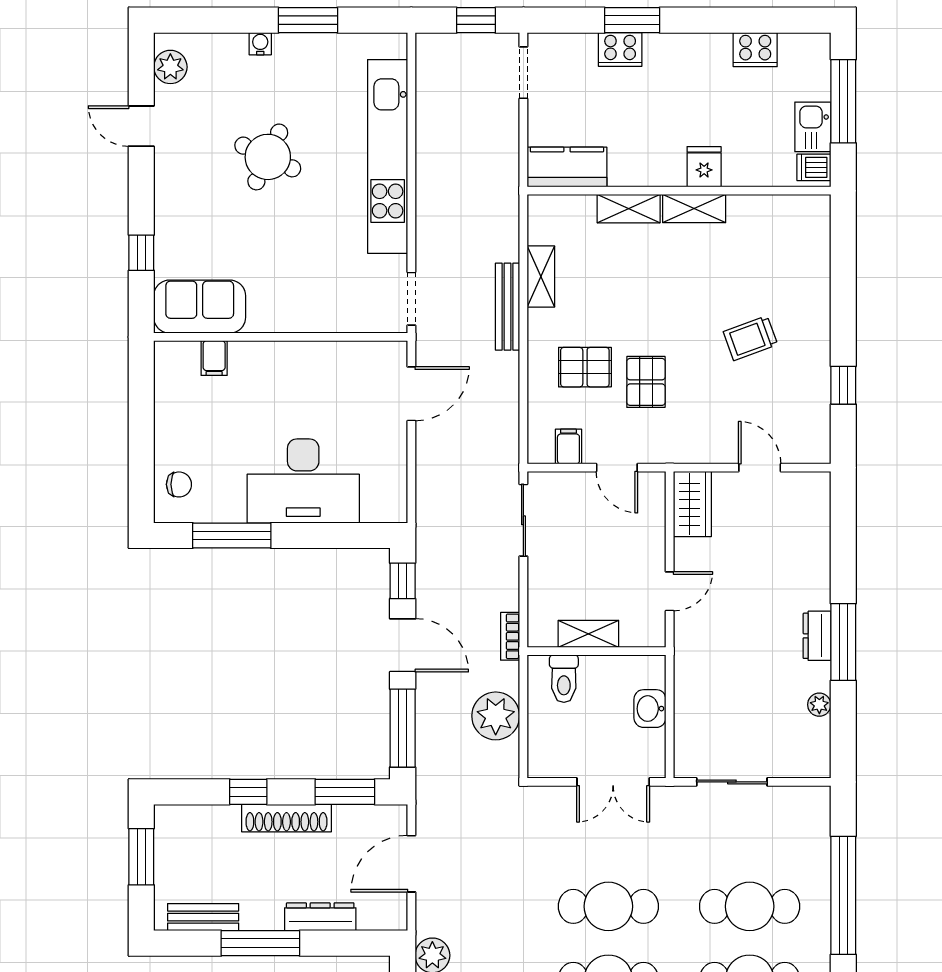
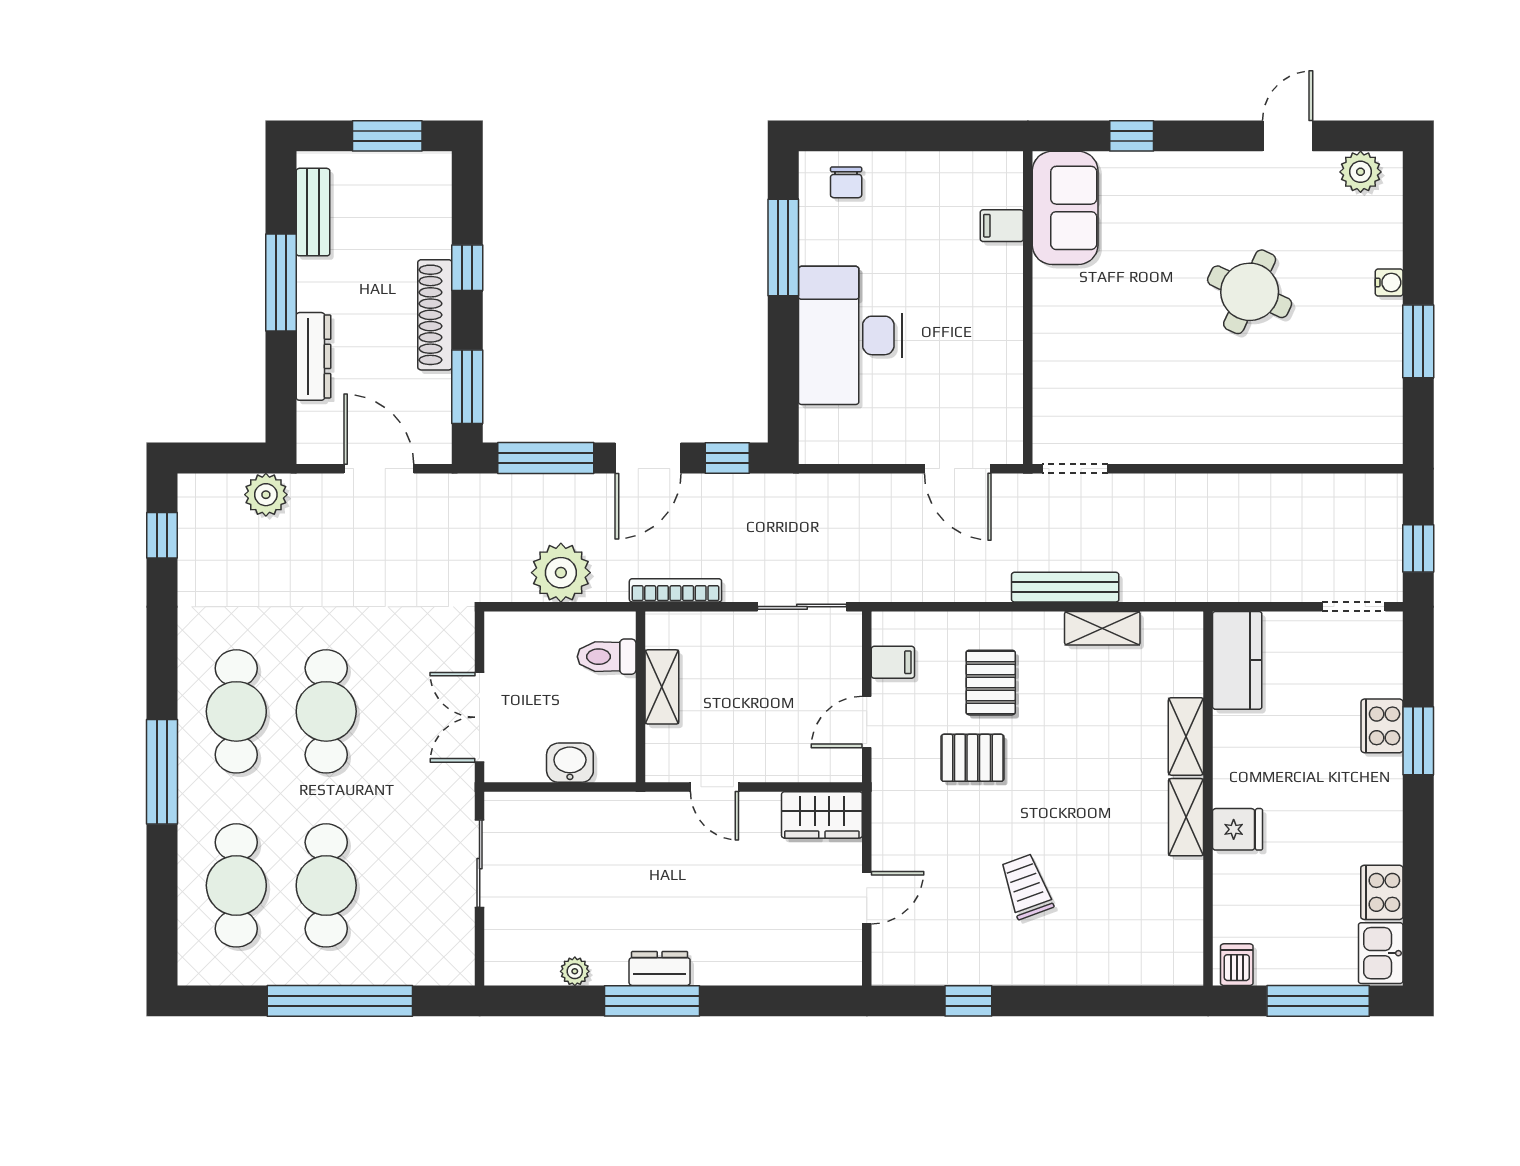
kitchen sink: (813, 127) -> (1381, 953), moved, turned -90
kitchen unit: (388, 156) -> (1250, 439), removed
bookcase: (510, 636) -> (675, 590), width x1.56

